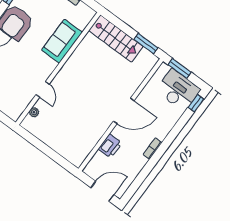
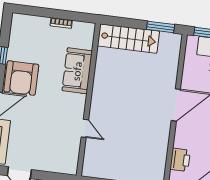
plant: (34, 112) -> (89, 156), removed
printer: (110, 146) -> (180, 160), moved

